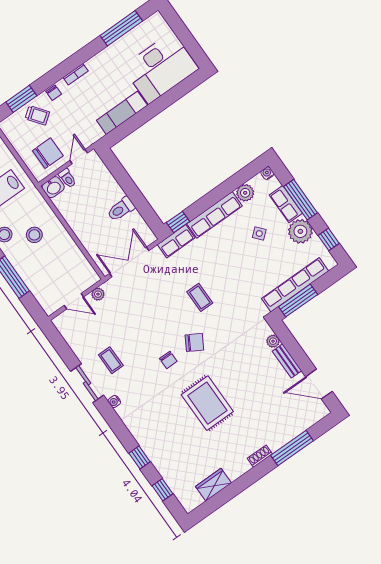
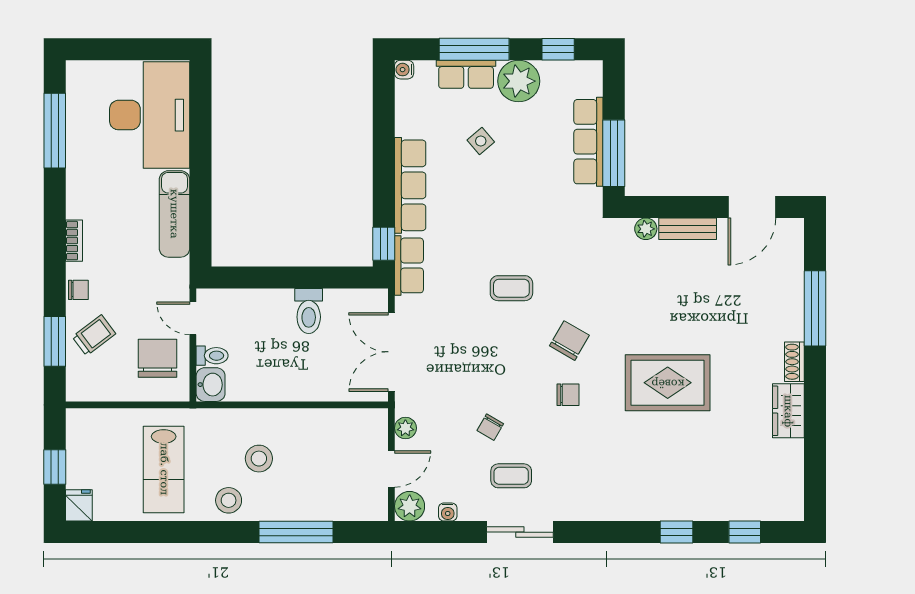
plant: (245, 193) -> (410, 506), moved
row of seats: (295, 285) -> (588, 142), width x0.73
chair: (127, 334) -> (490, 427), added
water cooler: (114, 402) -> (448, 512), moved
wardrobe: (213, 485) -> (788, 411), moved

